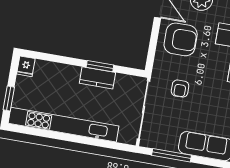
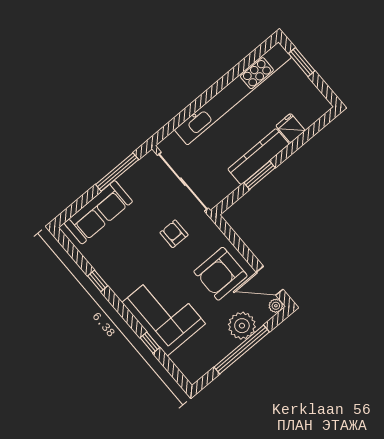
fridge: (26, 66) -> (291, 128), moved
kitchen counter: (97, 78) -> (258, 157), width x1.50

